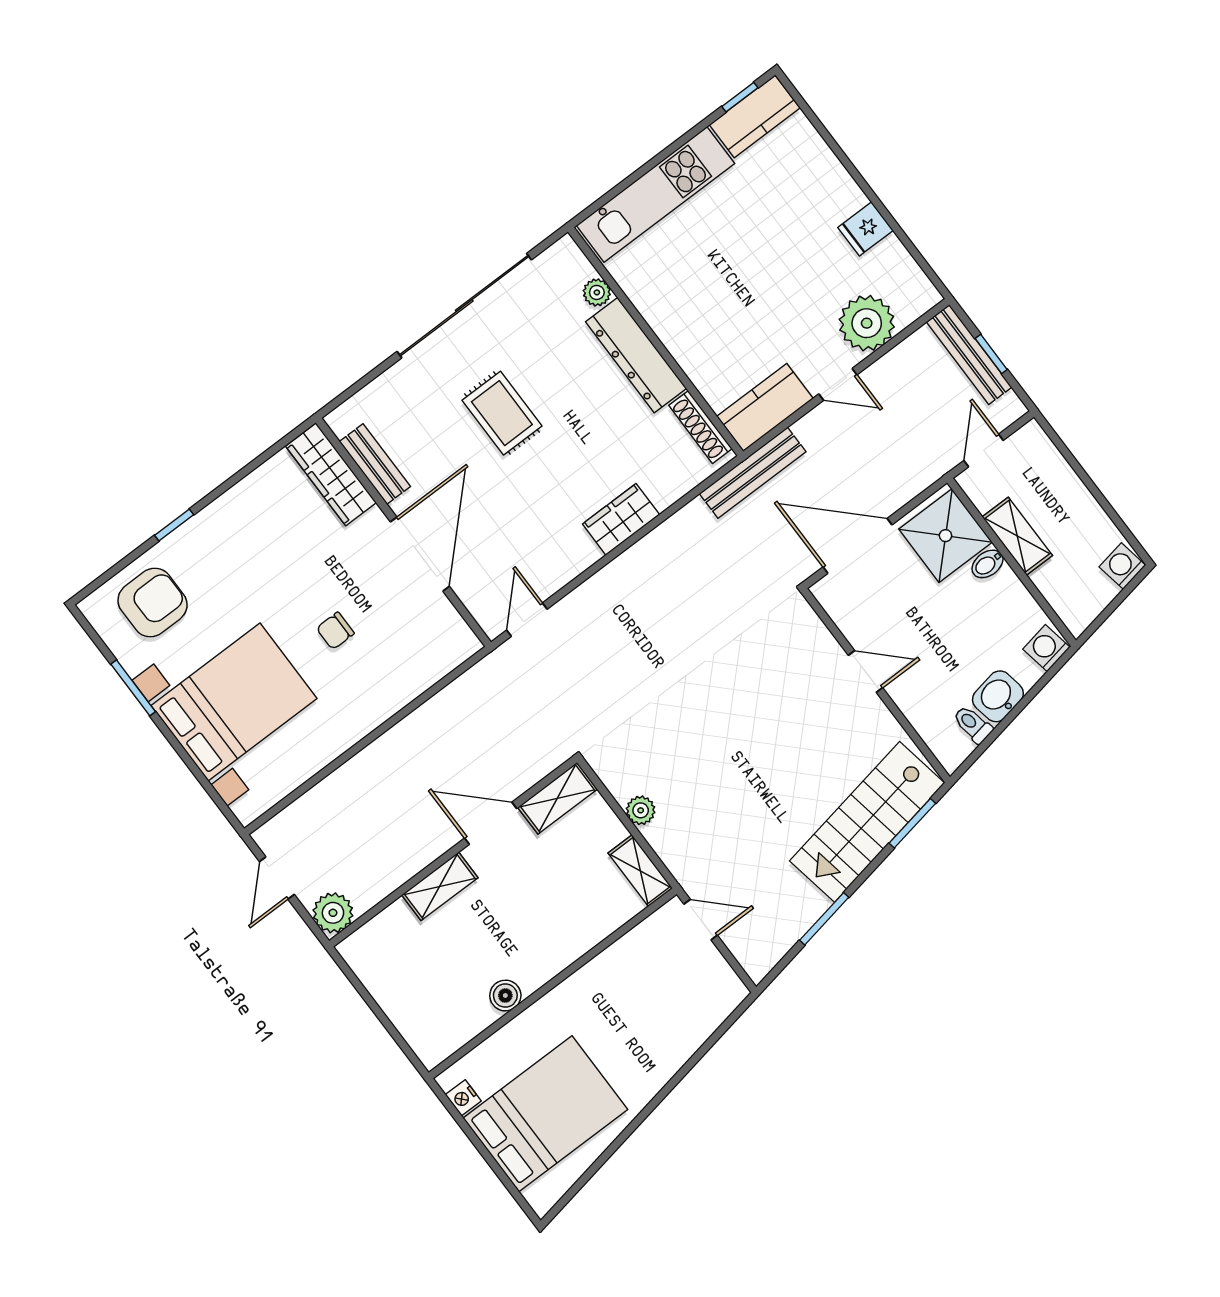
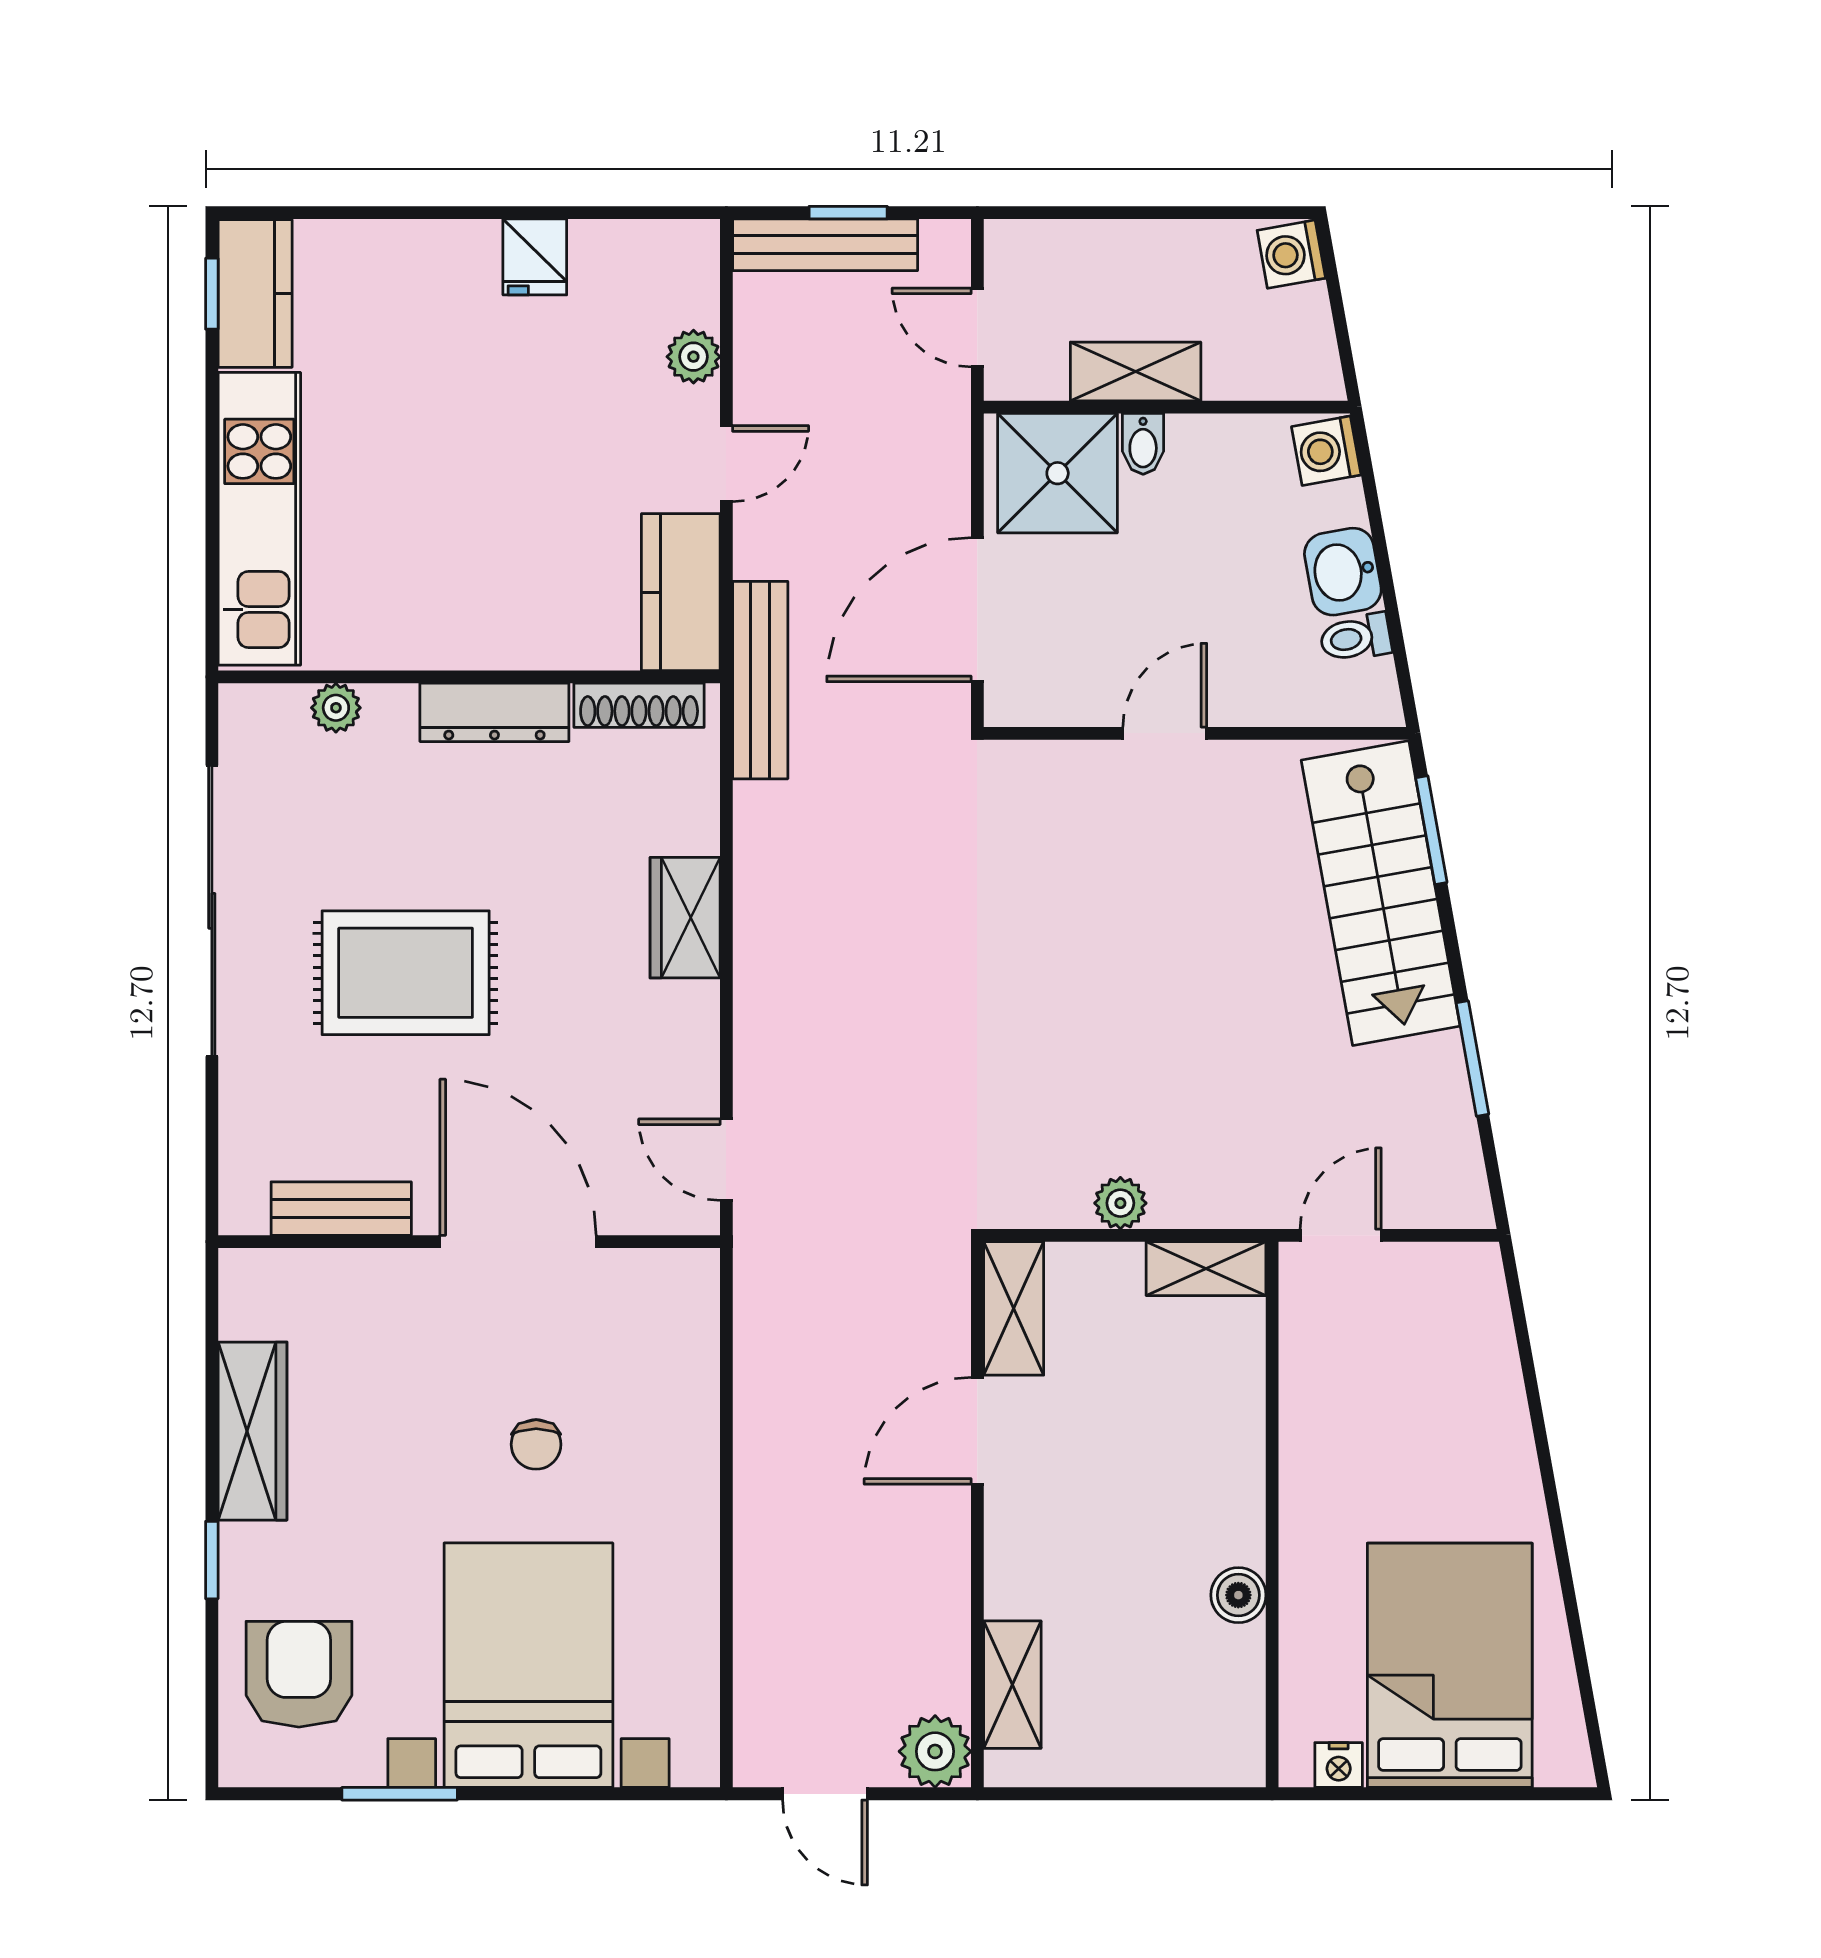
plant: (867, 323) -> (693, 357), width x0.53, depth x0.53
dresser: (636, 355) -> (494, 712), width x0.73, depth x0.80
rug: (502, 413) -> (406, 973), width x1.36, depth x1.43
wardrobe: (331, 474) -> (253, 1431), moved, turned -90
shelving: (440, 886) -> (1012, 1685), moved

